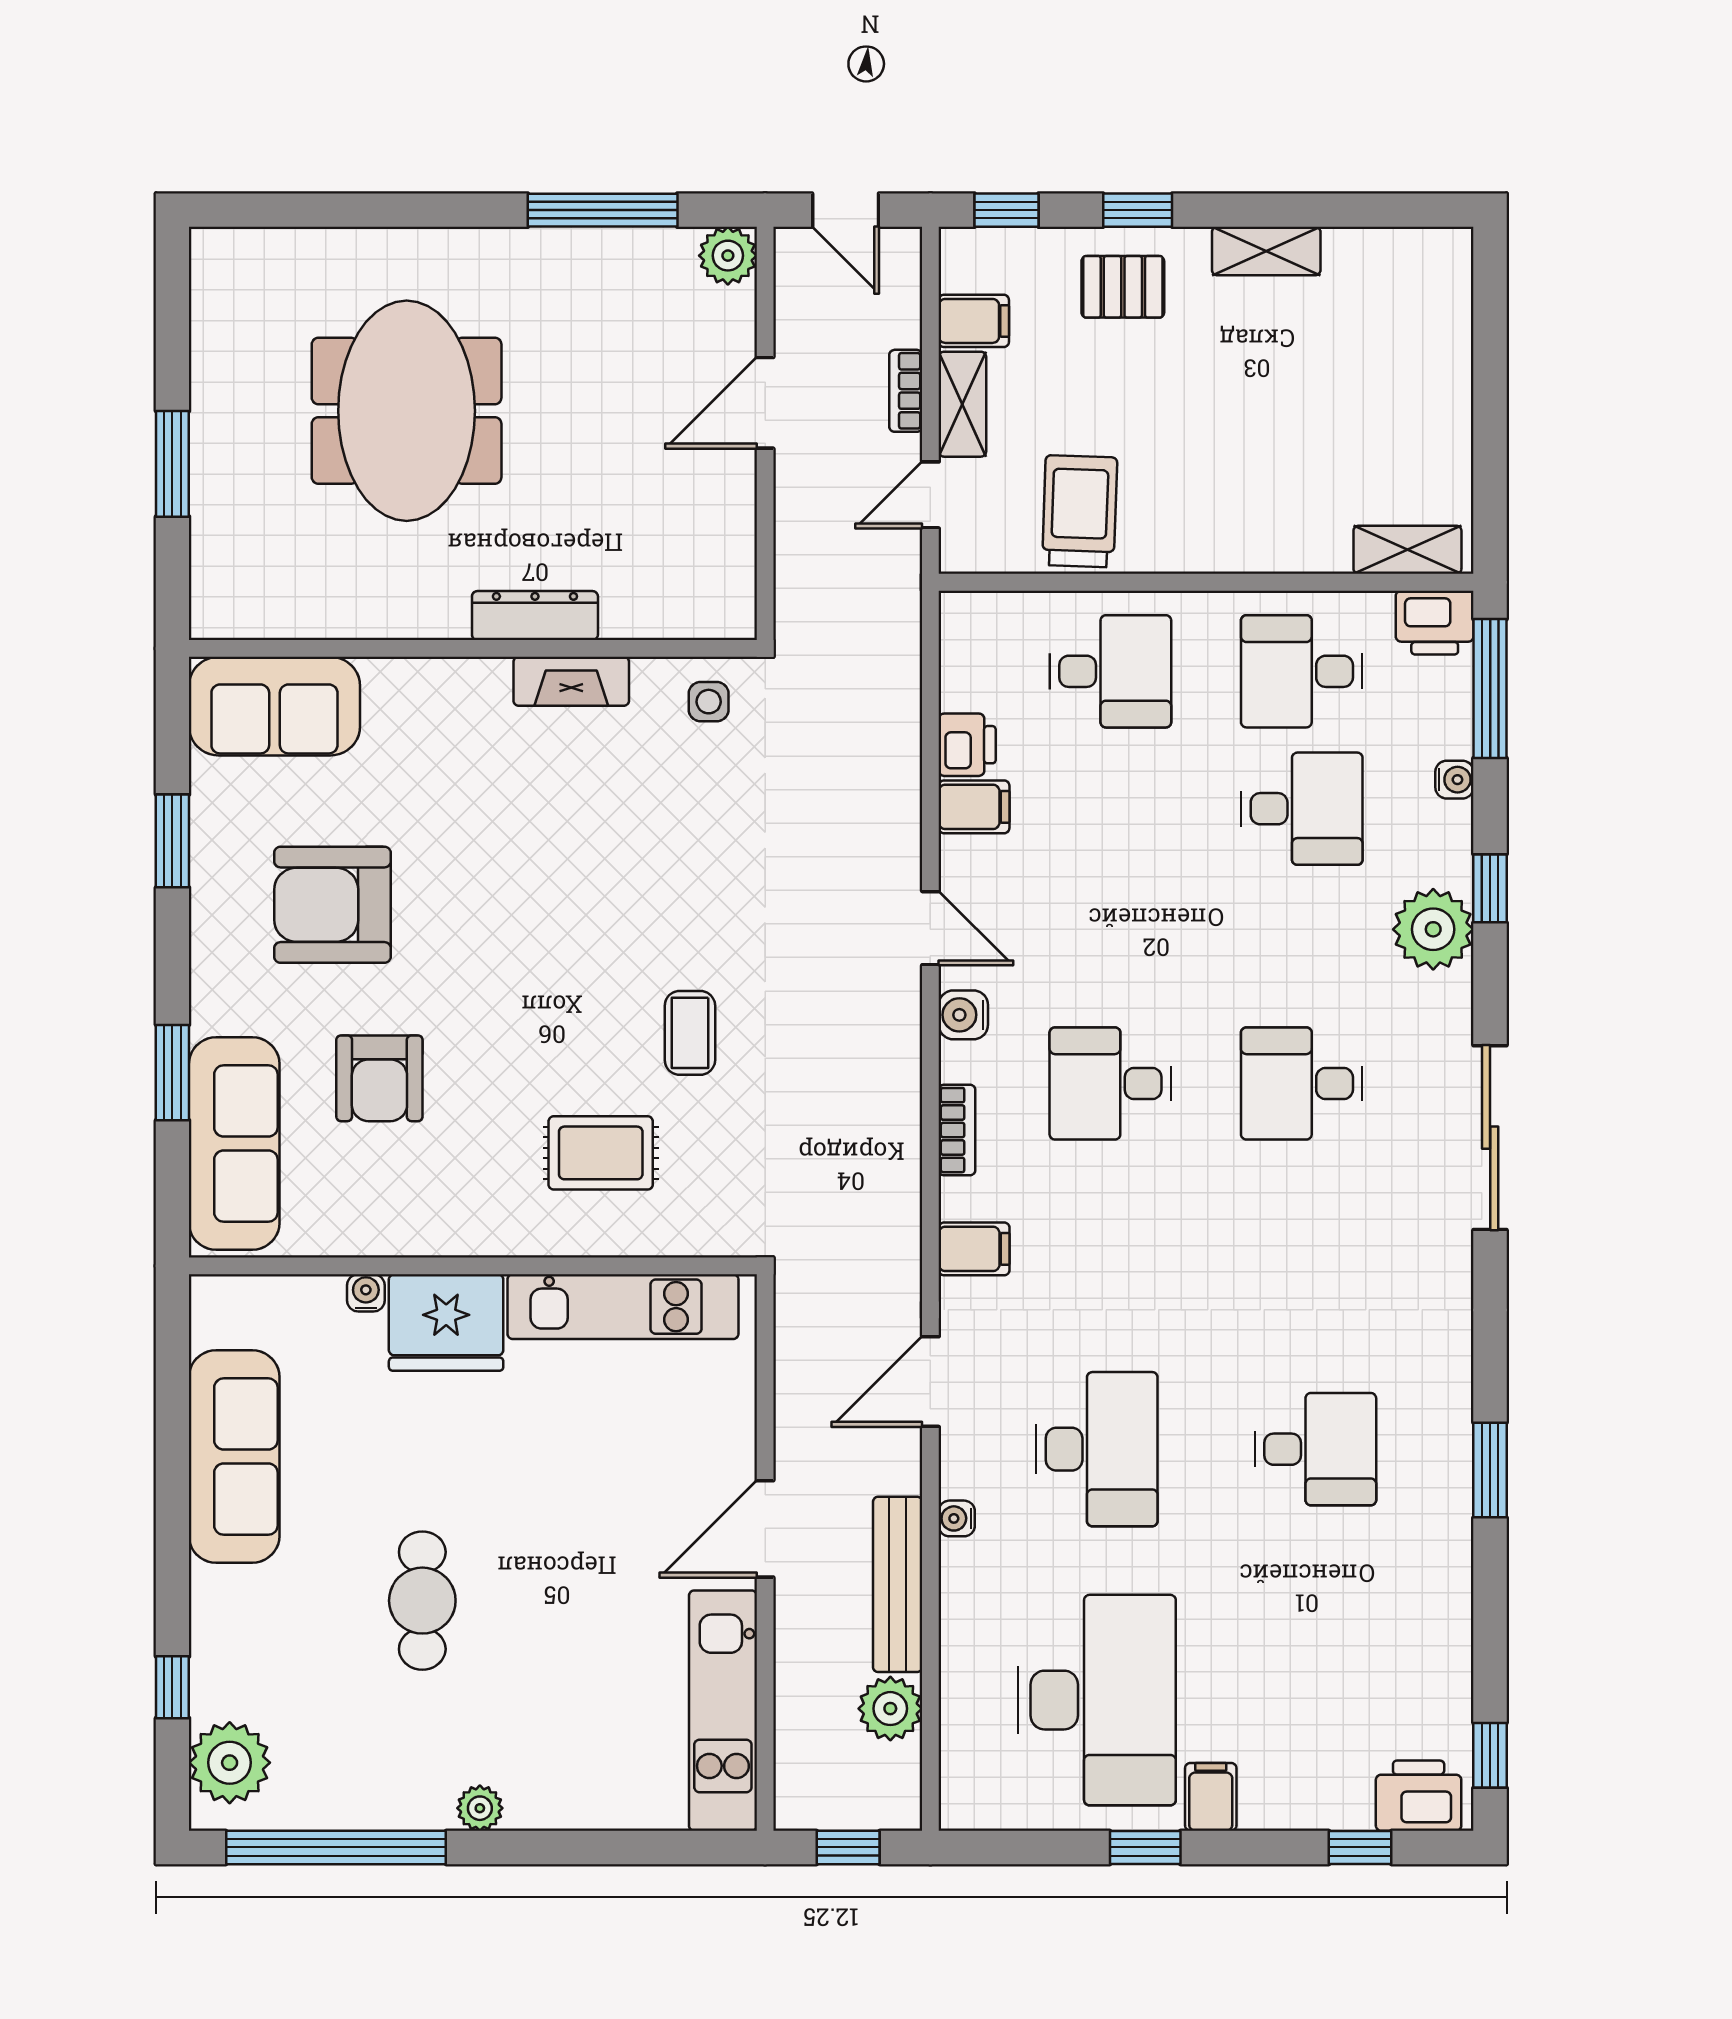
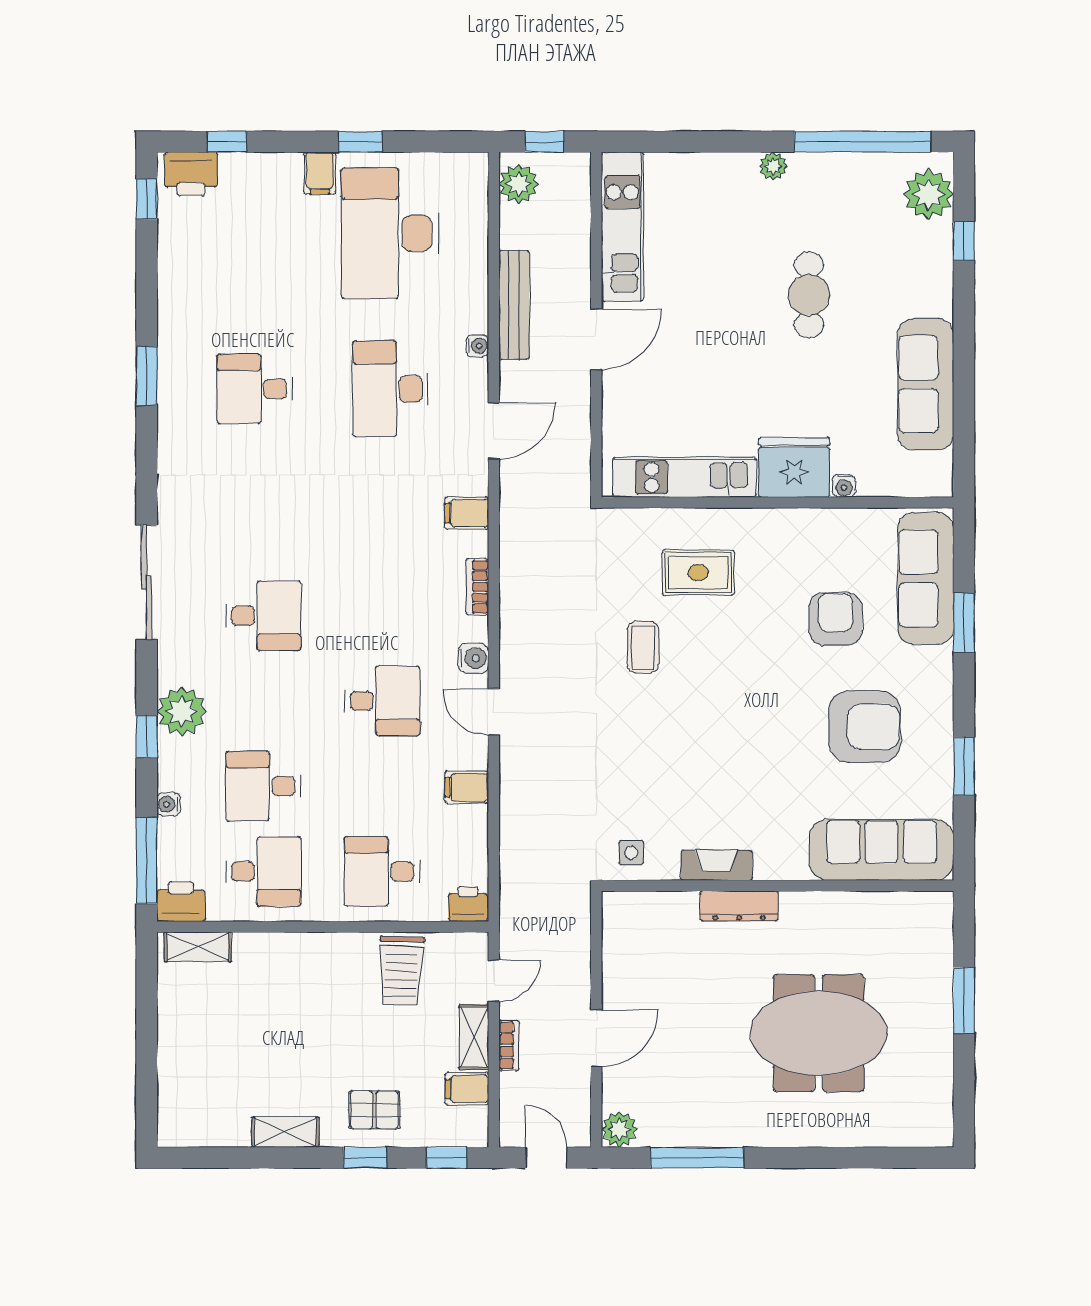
meeting table: (407, 411) -> (819, 1033), turned 90
sofa: (274, 706) -> (882, 850), width x1.36
printer: (967, 745) -> (468, 904), moved, turned 90
desk: (1110, 1083) -> (382, 701), moved
plant: (890, 1709) -> (519, 184), moved

